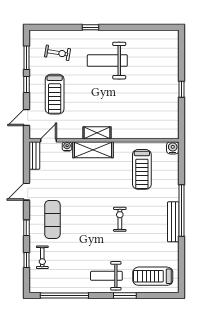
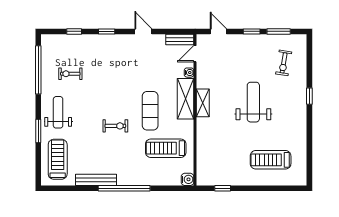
weight bench: (107, 61) -> (253, 102), moved
window: (181, 89) -> (223, 188), moved
treadmill: (55, 94) -> (271, 160), moved
door: (48, 140) -> (195, 54), swing flipped
exercise mat: (52, 220) -> (150, 111), moved, turned 90
bench: (173, 222) -> (96, 180), moved
exercise bike: (42, 257) -> (70, 74), moved

